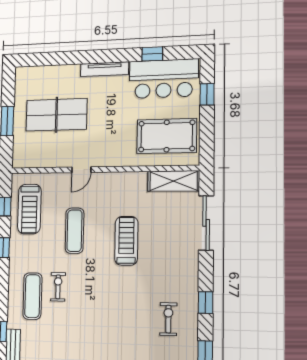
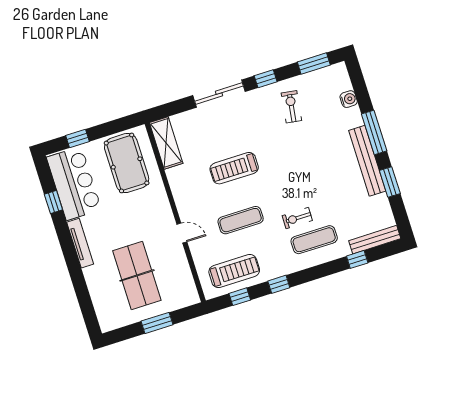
sliding door: (206, 223) -> (219, 94), moved
exercise bike: (168, 319) -> (291, 107), turned 98

